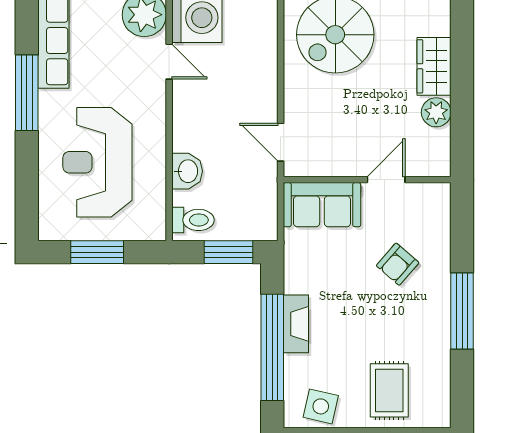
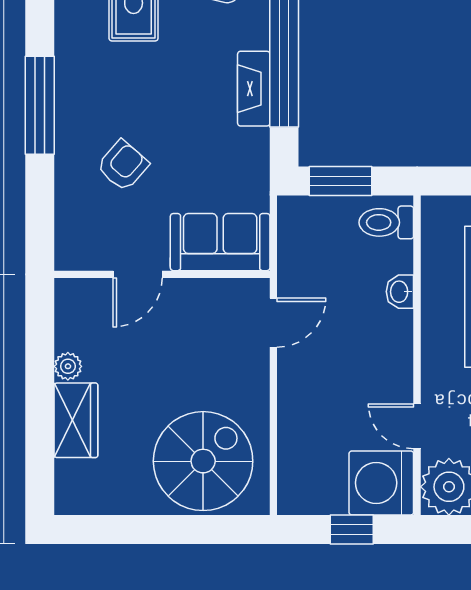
plant: (436, 112) -> (68, 366), width x0.73, depth x0.73
door: (281, 142) -> (273, 323), hinge flipped
washbasin: (187, 171) -> (400, 292), width x0.72, depth x0.69

